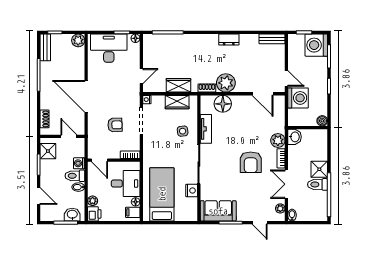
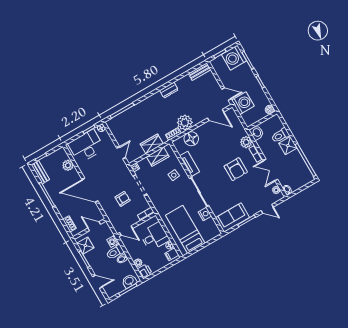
plant: (78, 40) -> (68, 165), moved
toilet: (318, 184) -> (280, 135), moved

